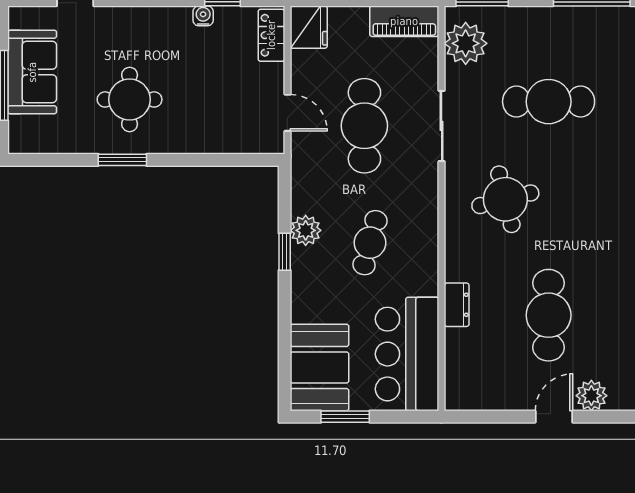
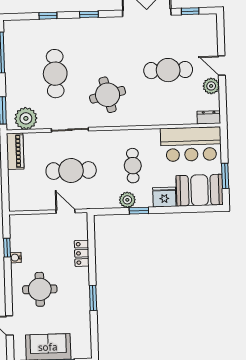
fridge: (309, 27) -> (164, 197), moved
locker: (271, 35) -> (82, 253), moved, turned 90
round table: (130, 99) -> (40, 289), moved
door: (287, 113) -> (65, 211), hinge flipped
cafe table: (370, 243) -> (133, 166), turned 75
dresser: (457, 305) -> (209, 117), moved
plant: (591, 396) -> (211, 86), moved

